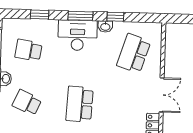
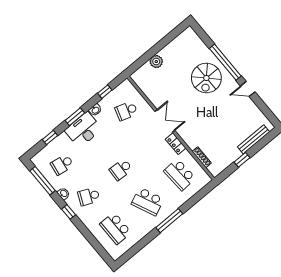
window: (115, 17) -> (105, 92), moved
school desk: (134, 53) -> (126, 111), width x0.54
school desk: (80, 104) -> (121, 170), width x0.54

